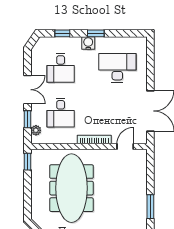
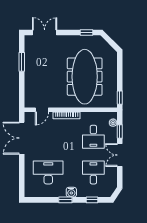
desk: (117, 68) -> (48, 172), turned 180
desk: (61, 113) -> (93, 137), turned 180

